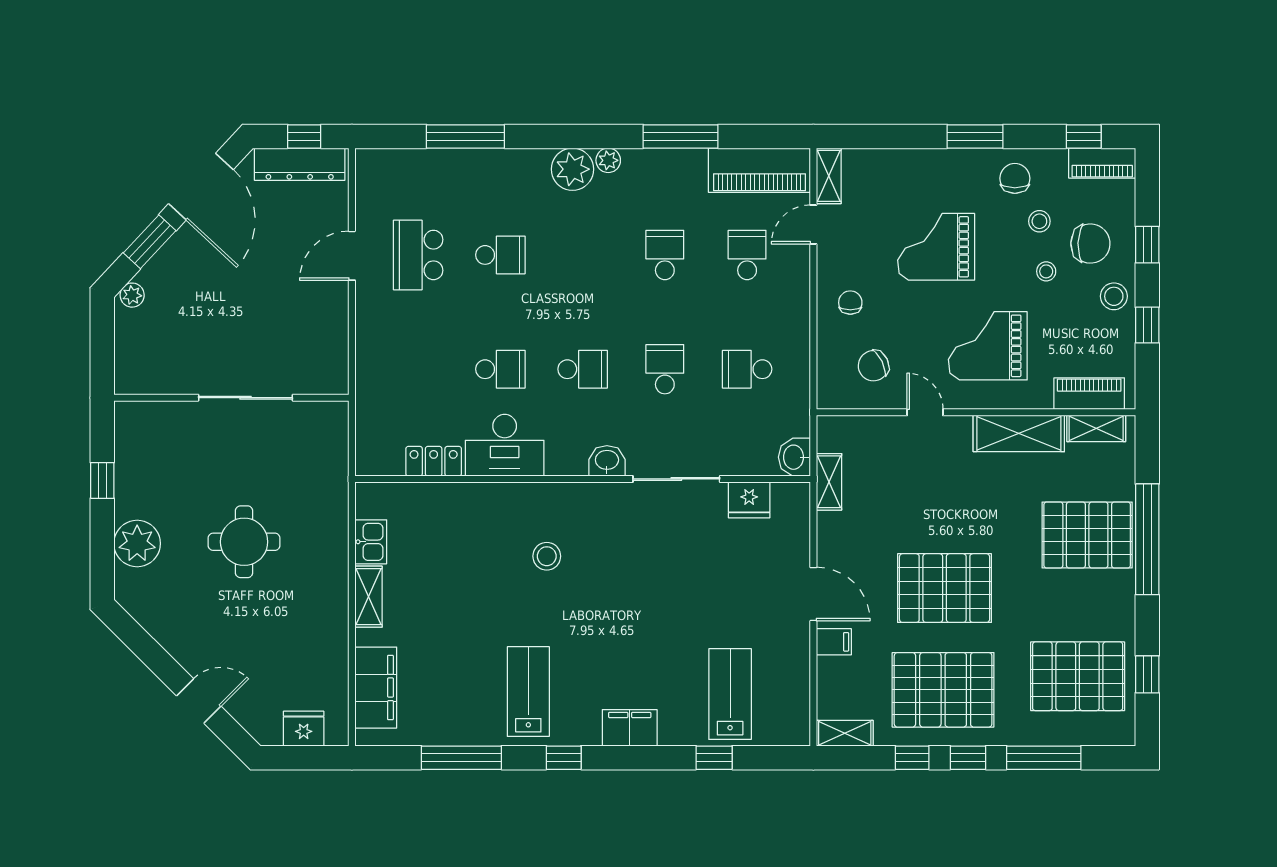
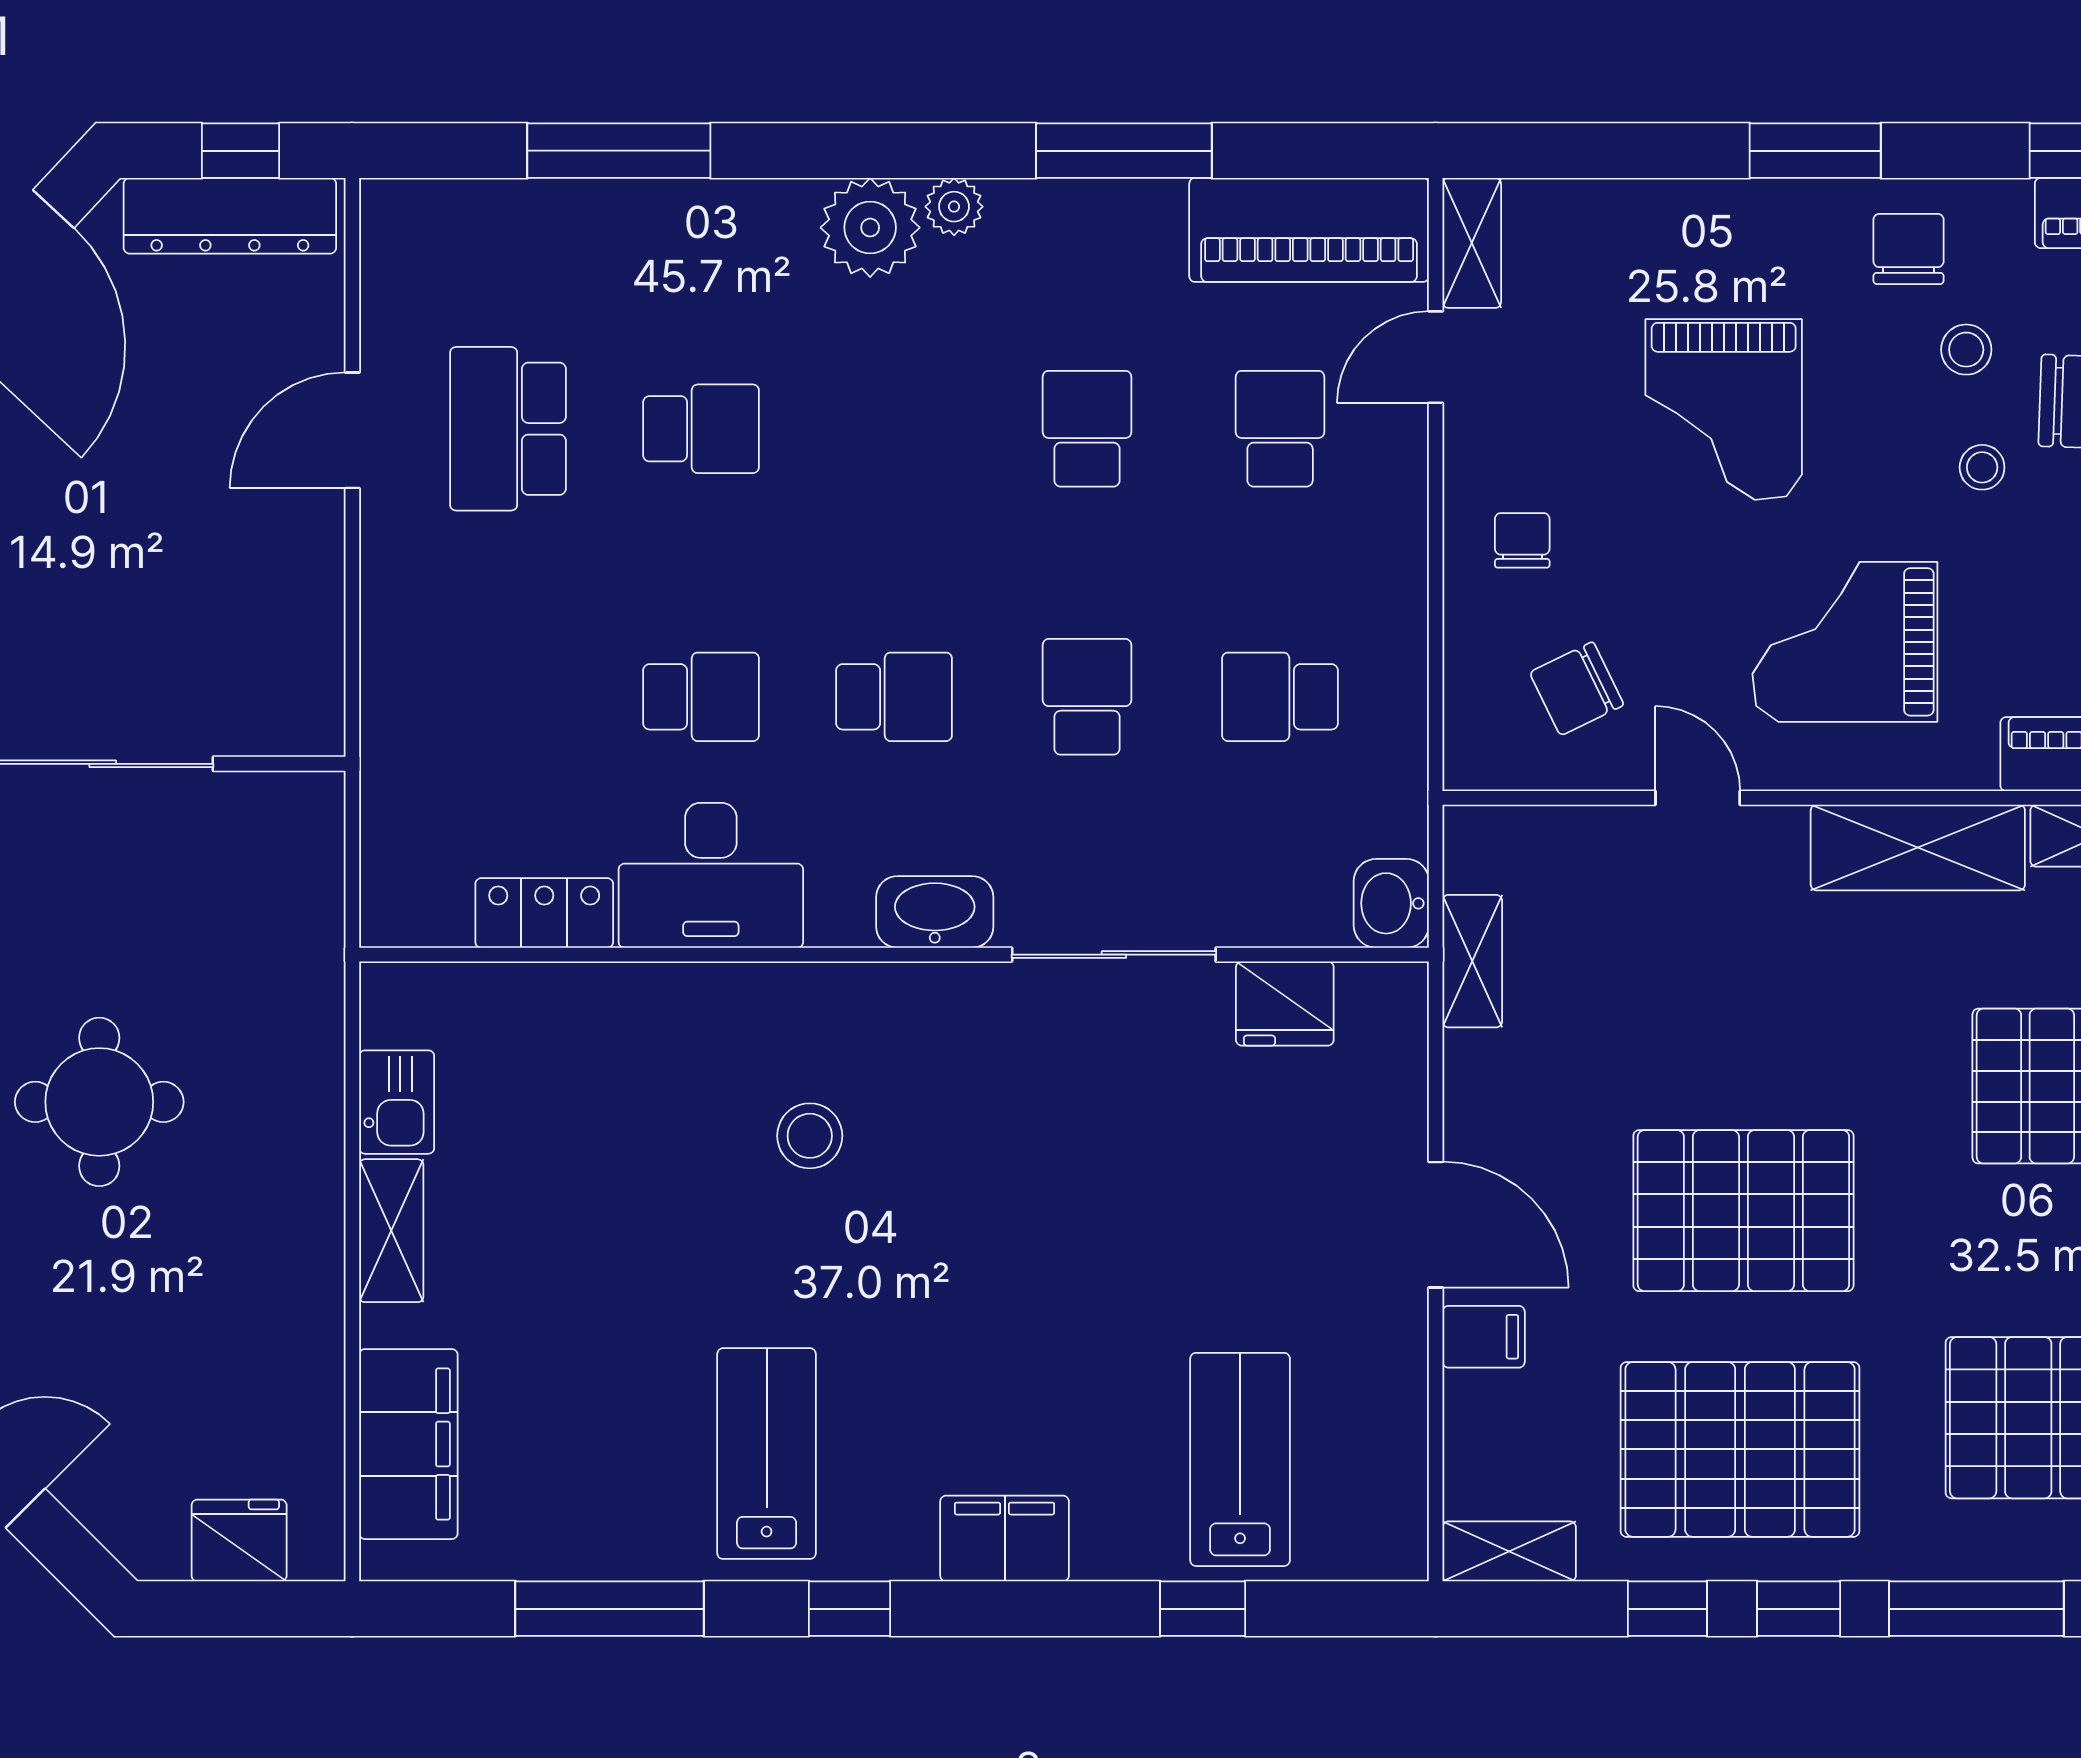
grand piano: (936, 247) -> (1724, 410), turned -90
washbasin: (607, 461) -> (935, 912), width x1.38

